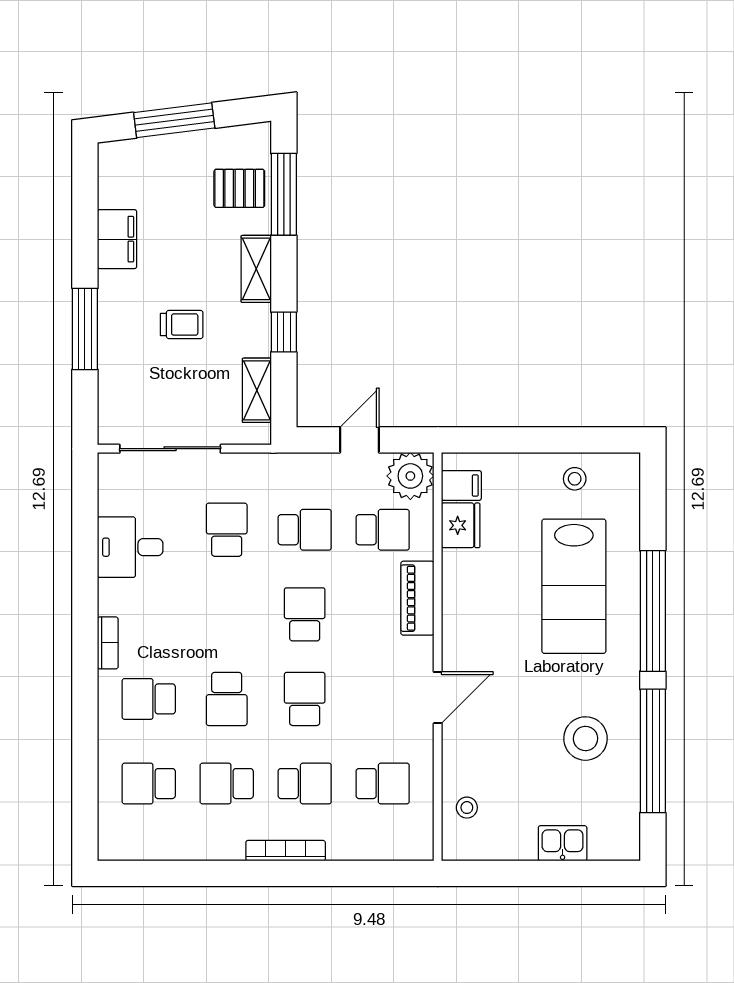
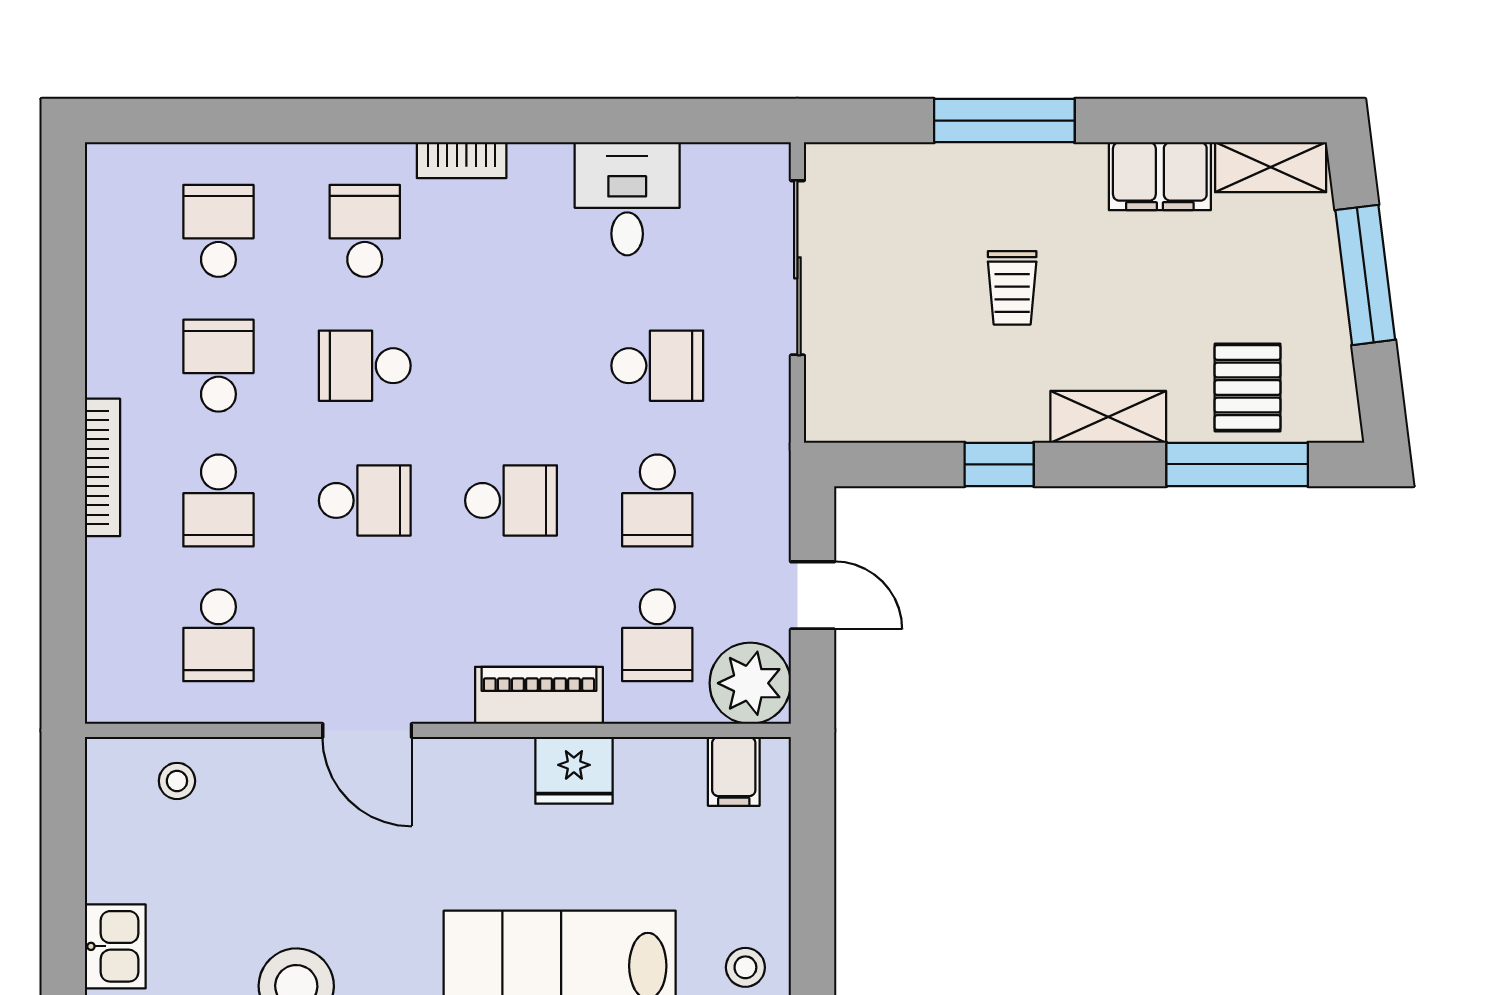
shelving: (257, 390) -> (1271, 167), moved
fridge: (461, 525) -> (574, 770), moved

